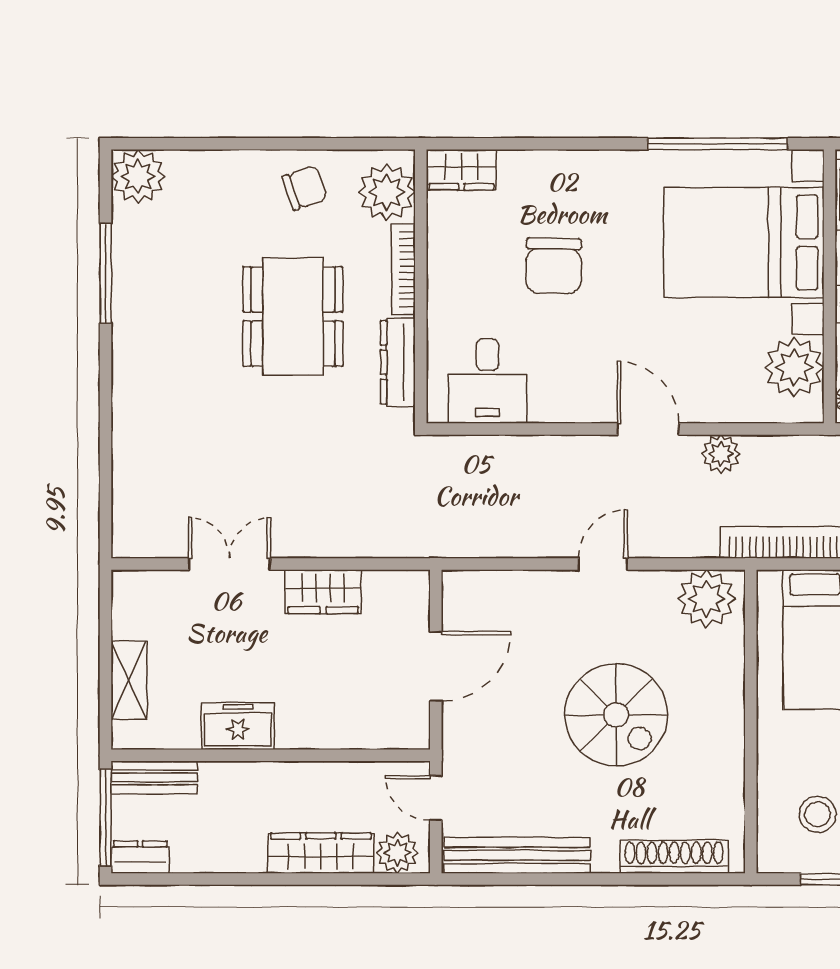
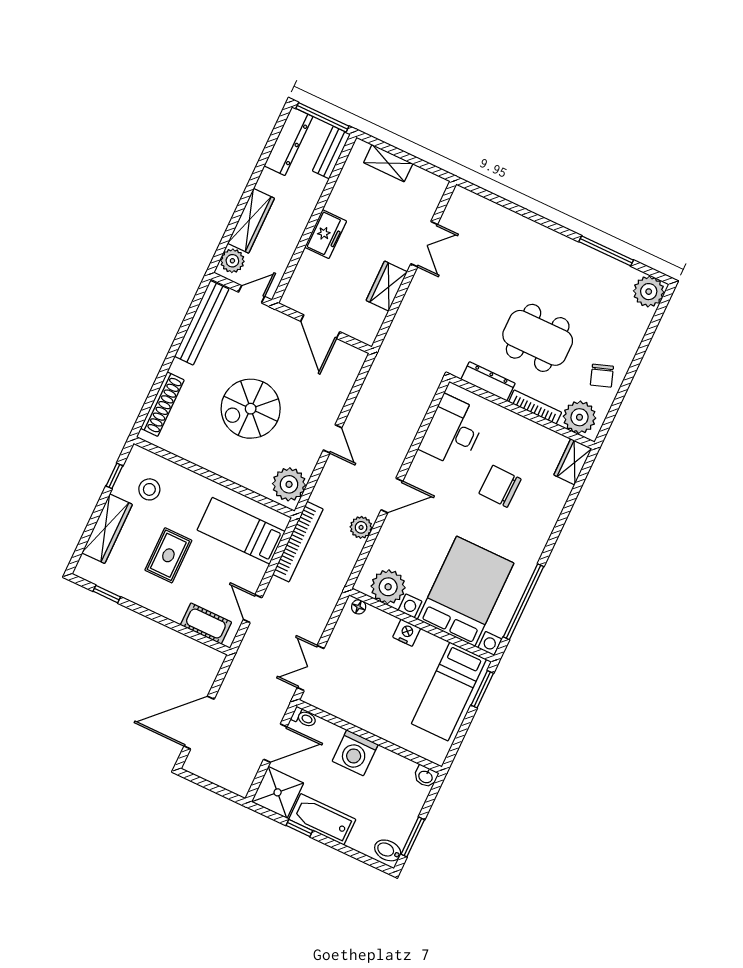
desk: (487, 381) -> (453, 431), width x1.37
freezer: (238, 726) -> (326, 234), moved
dresser: (140, 857) -> (288, 141), width x1.96, depth x1.24

